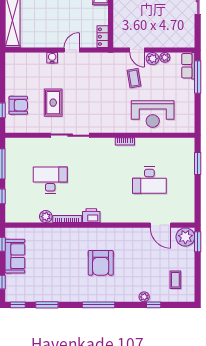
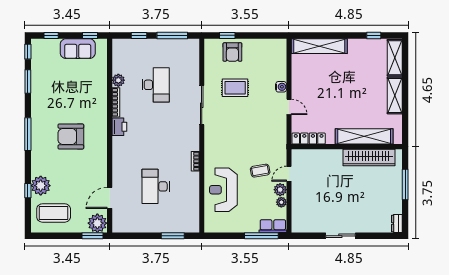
locker: (103, 37) -> (309, 139), width x1.53
coffee table: (175, 280) -> (54, 213), width x1.86, depth x1.72
plant: (144, 297) -> (41, 186), width x1.88, depth x1.88

